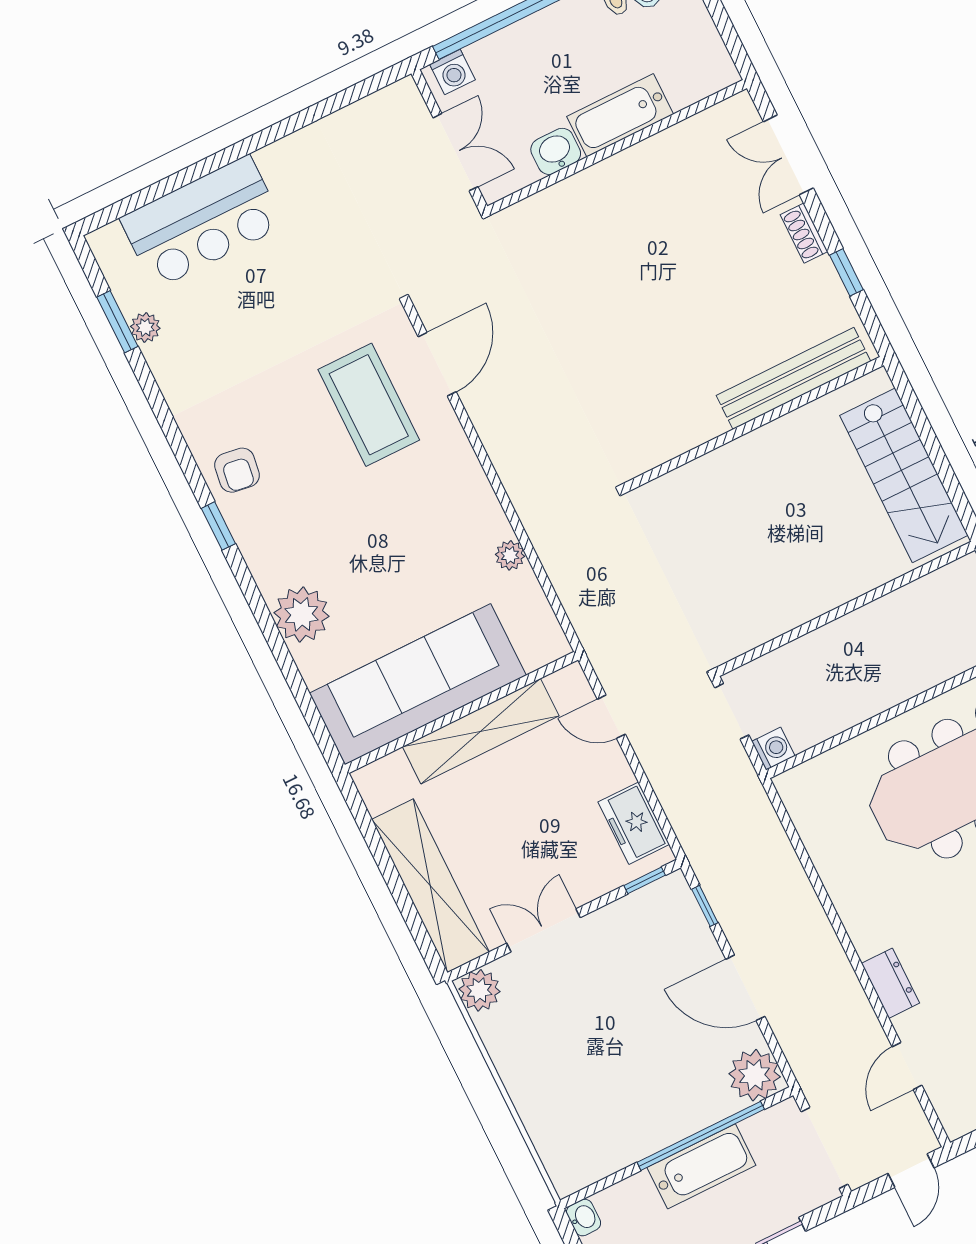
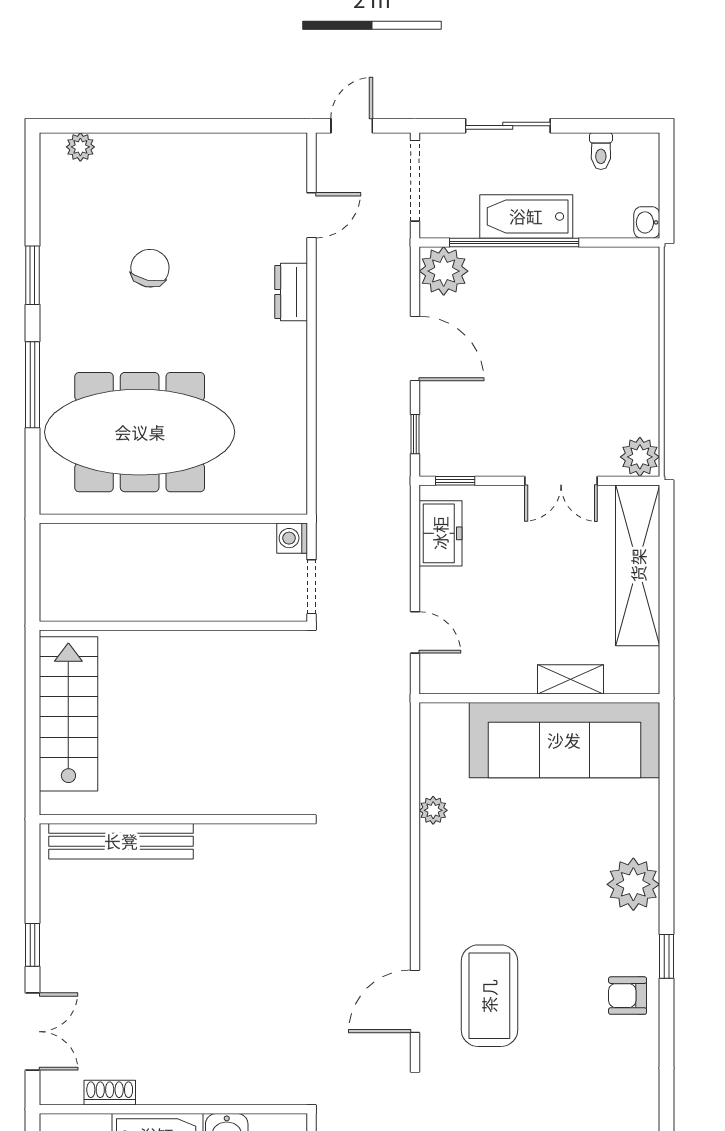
shoe rack: (804, 233) -> (110, 1093), moved, turned -90
window: (846, 272) -> (32, 945), moved
armchair: (237, 470) -> (628, 996), turned -98
plant: (302, 614) -> (633, 884), moved
shelving: (481, 731) -> (570, 679), width x0.45, depth x0.75

